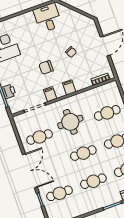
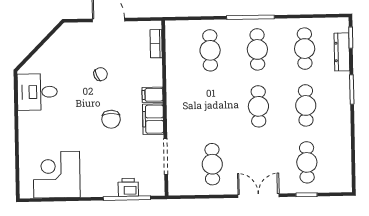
filing cabinet: (50, 94) -> (153, 119), width x2.00
round table: (70, 122) -> (205, 110), removed
double door: (30, 171) -> (258, 196), width x0.73

